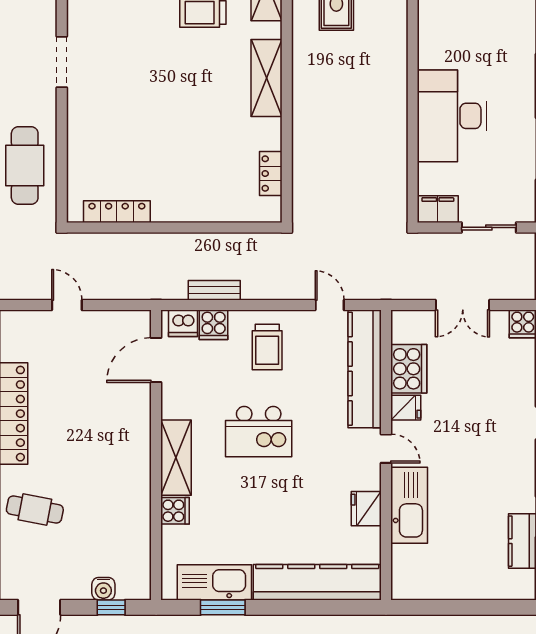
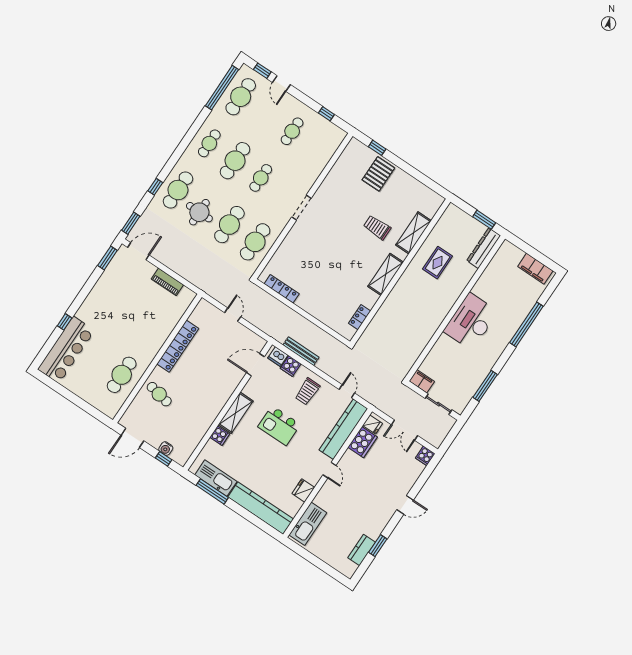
desk: (452, 116) -> (471, 321), moved
bench: (214, 290) -> (301, 351), width x1.36
fridge: (406, 408) -> (373, 424), moved
kitchen sink: (409, 505) -> (308, 524), moved
window: (223, 607) -> (212, 491), width x1.44

